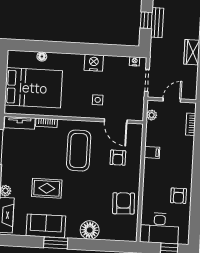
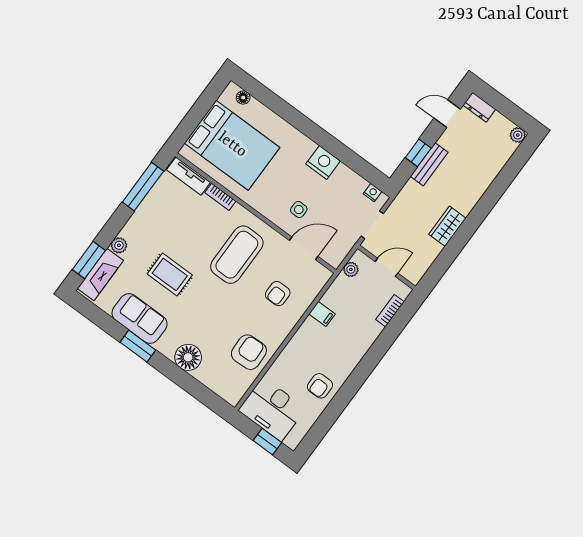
floor lamp: (42, 56) -> (243, 98), moved
door: (116, 121) -> (304, 248), swing flipped

